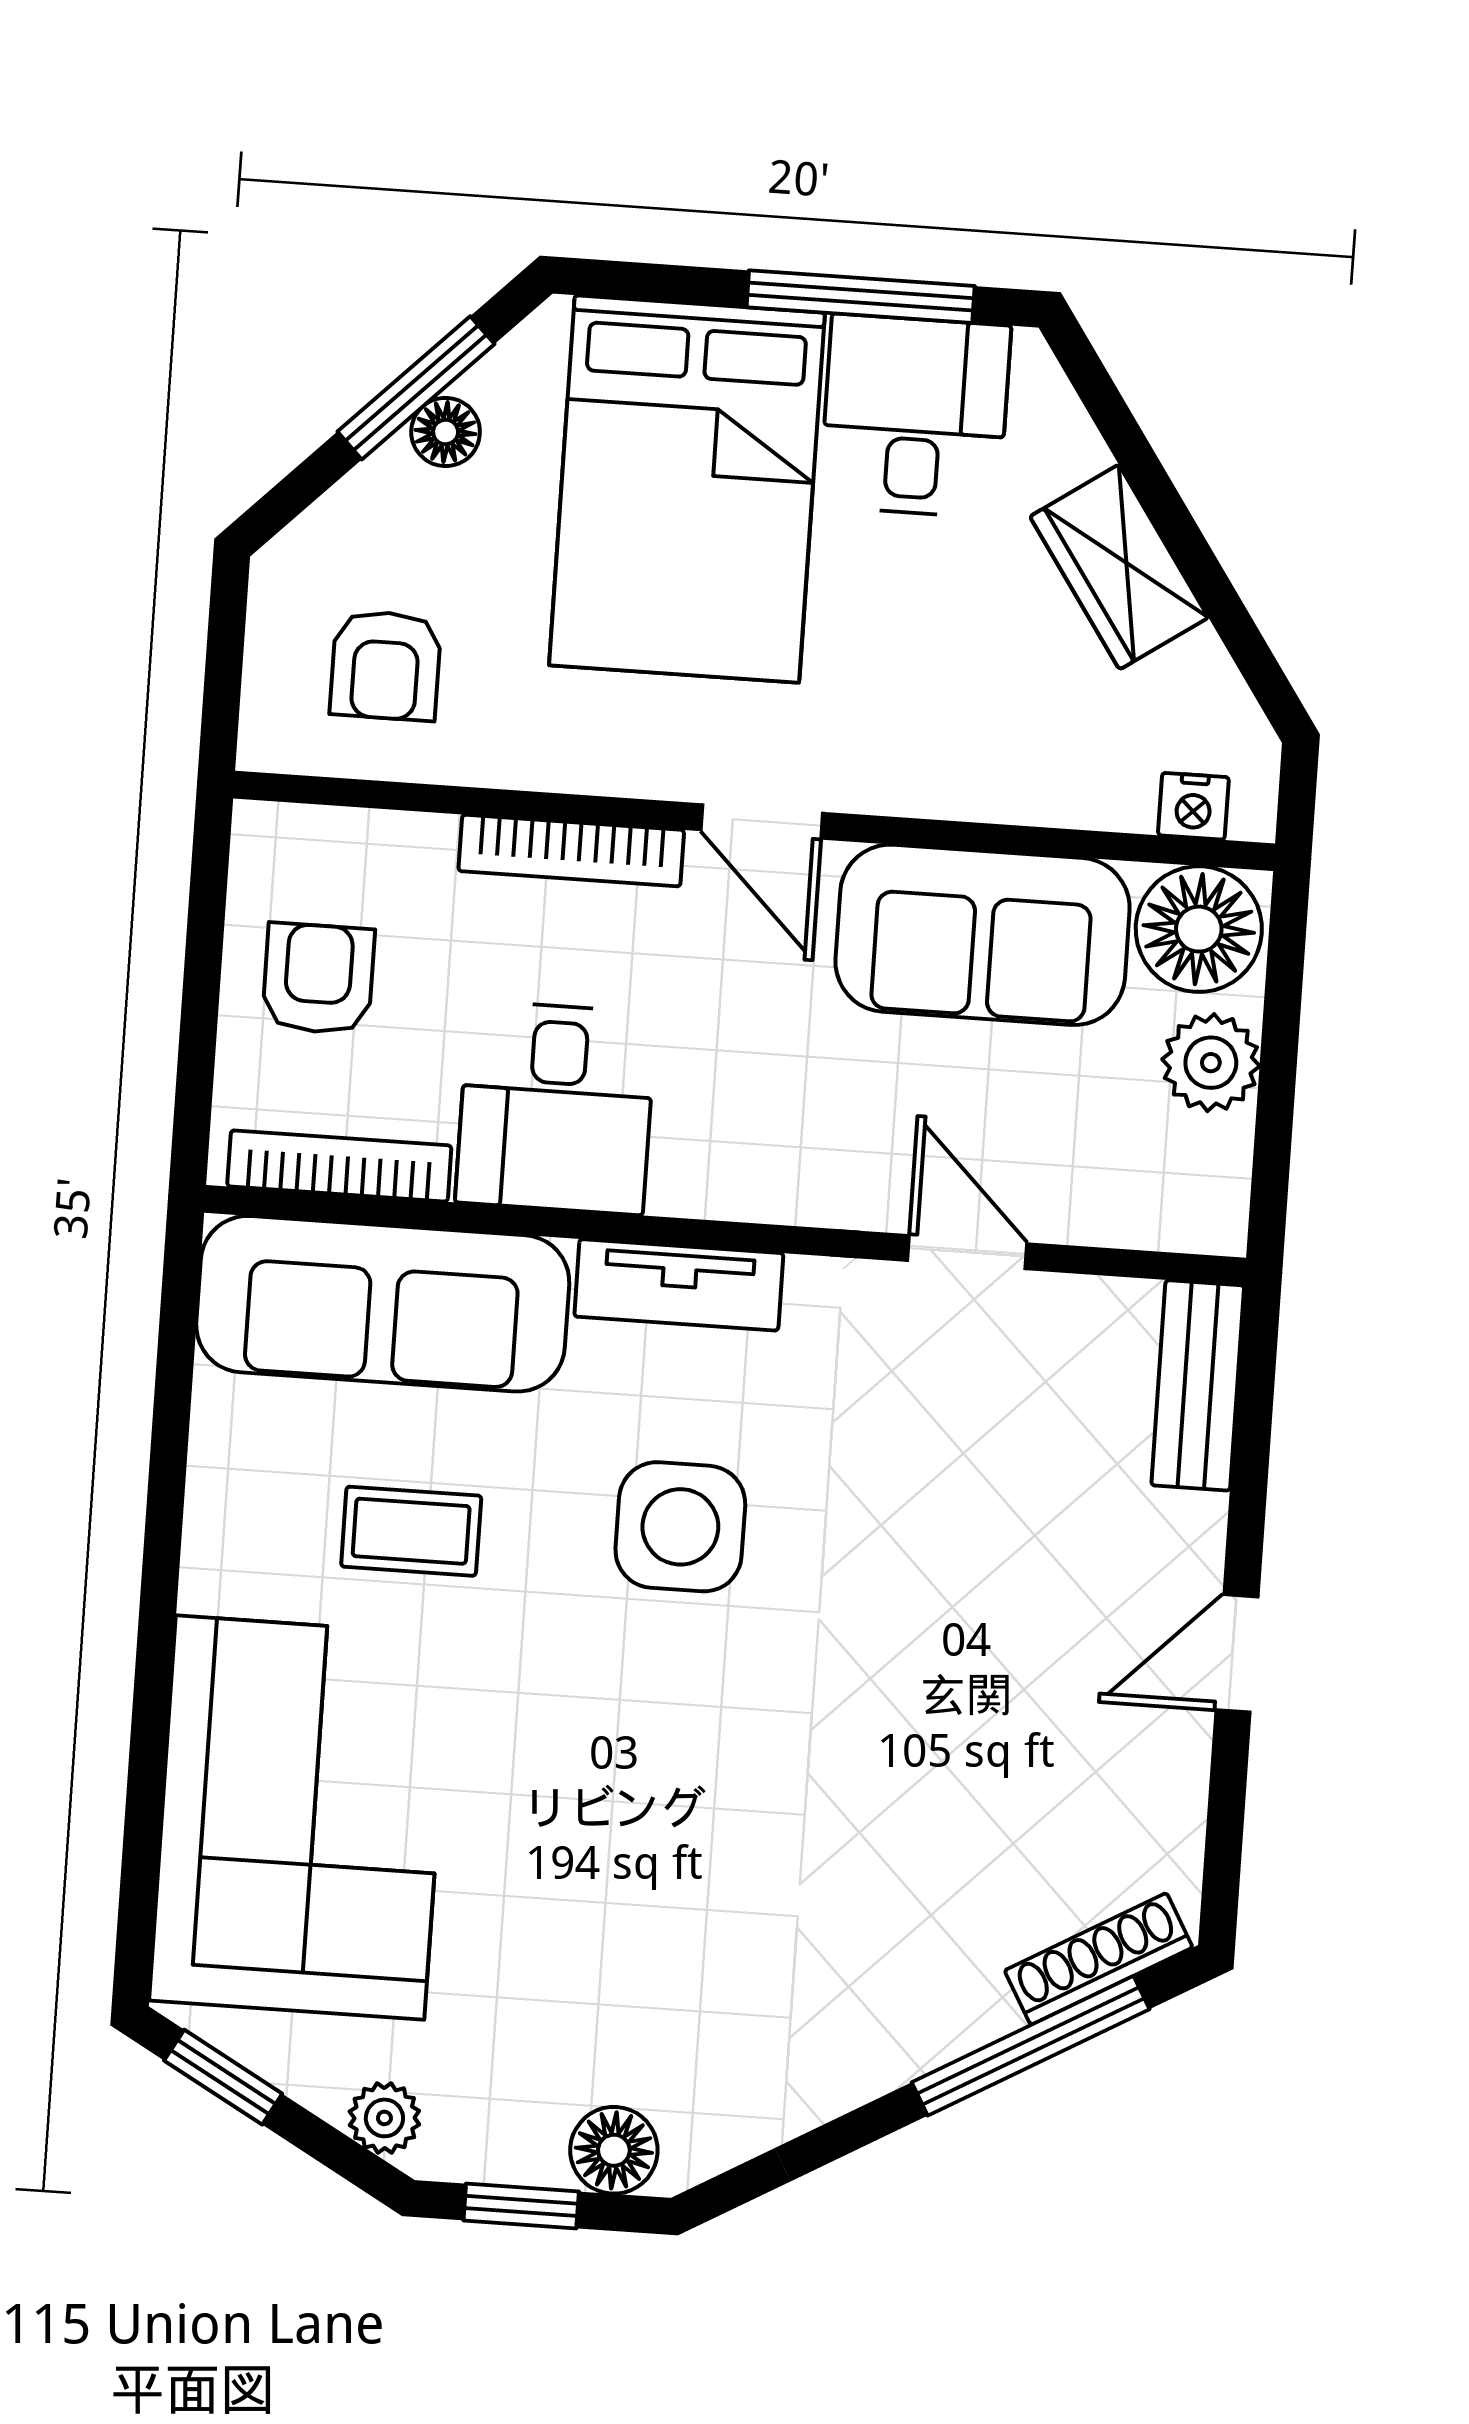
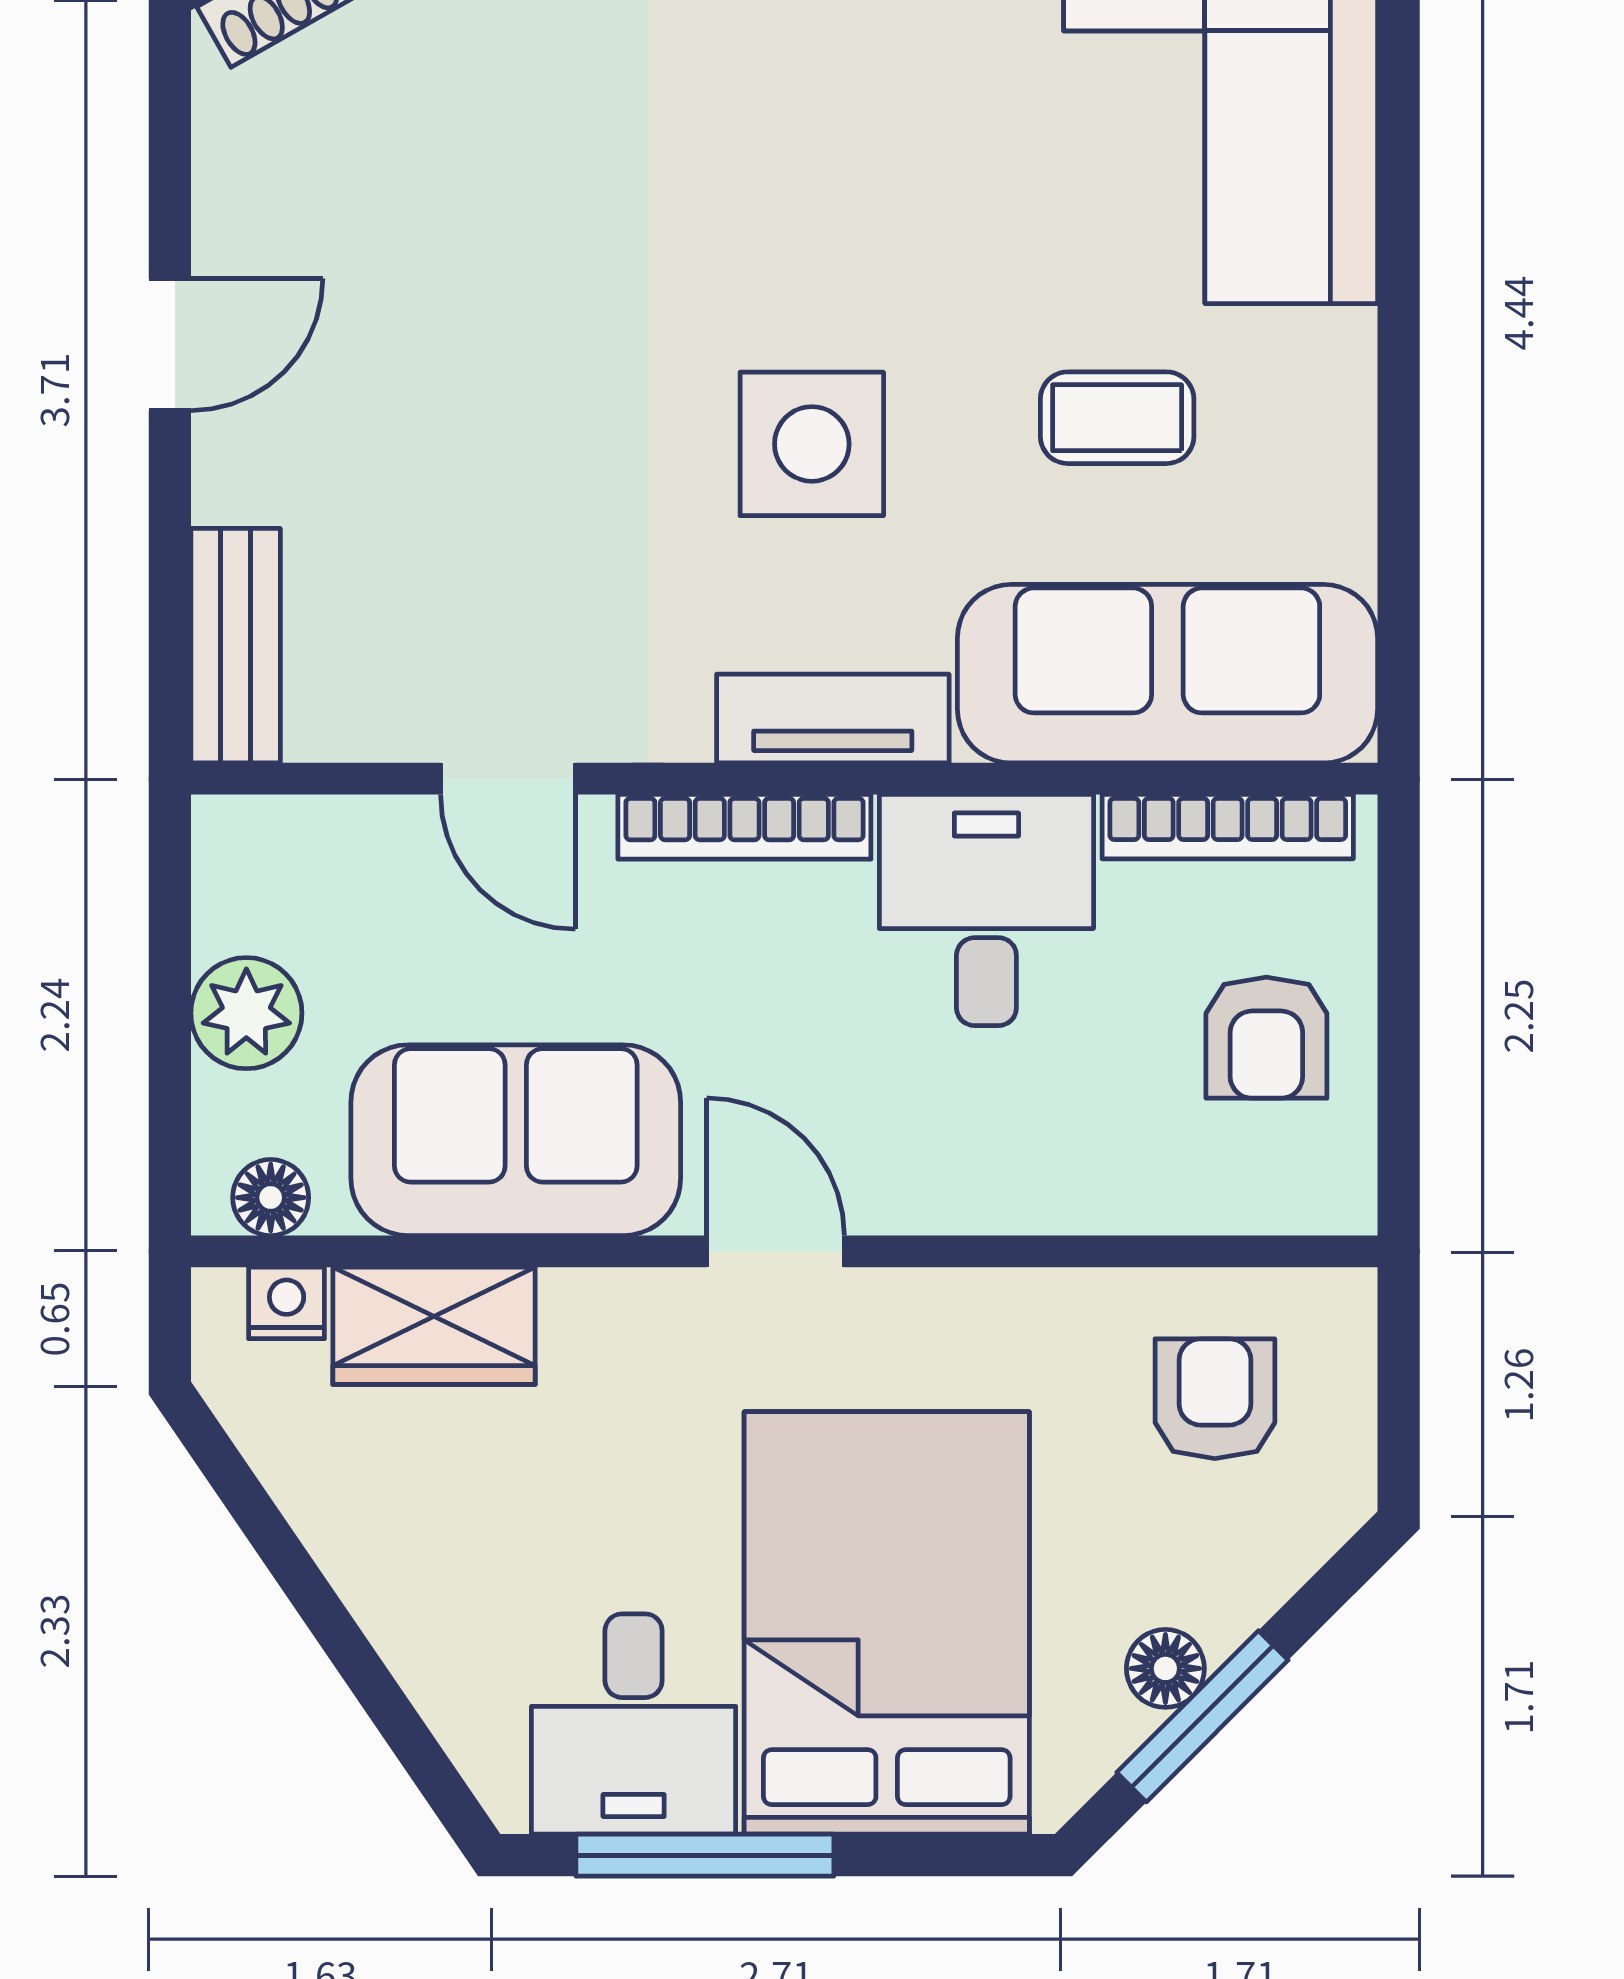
wardrobe: (1119, 567) -> (434, 1326), moved, turned 124
bookcase: (571, 851) -> (744, 827), moved, turned 180
floor lamp: (1199, 929) -> (271, 1198), width x0.53, depth x0.53

